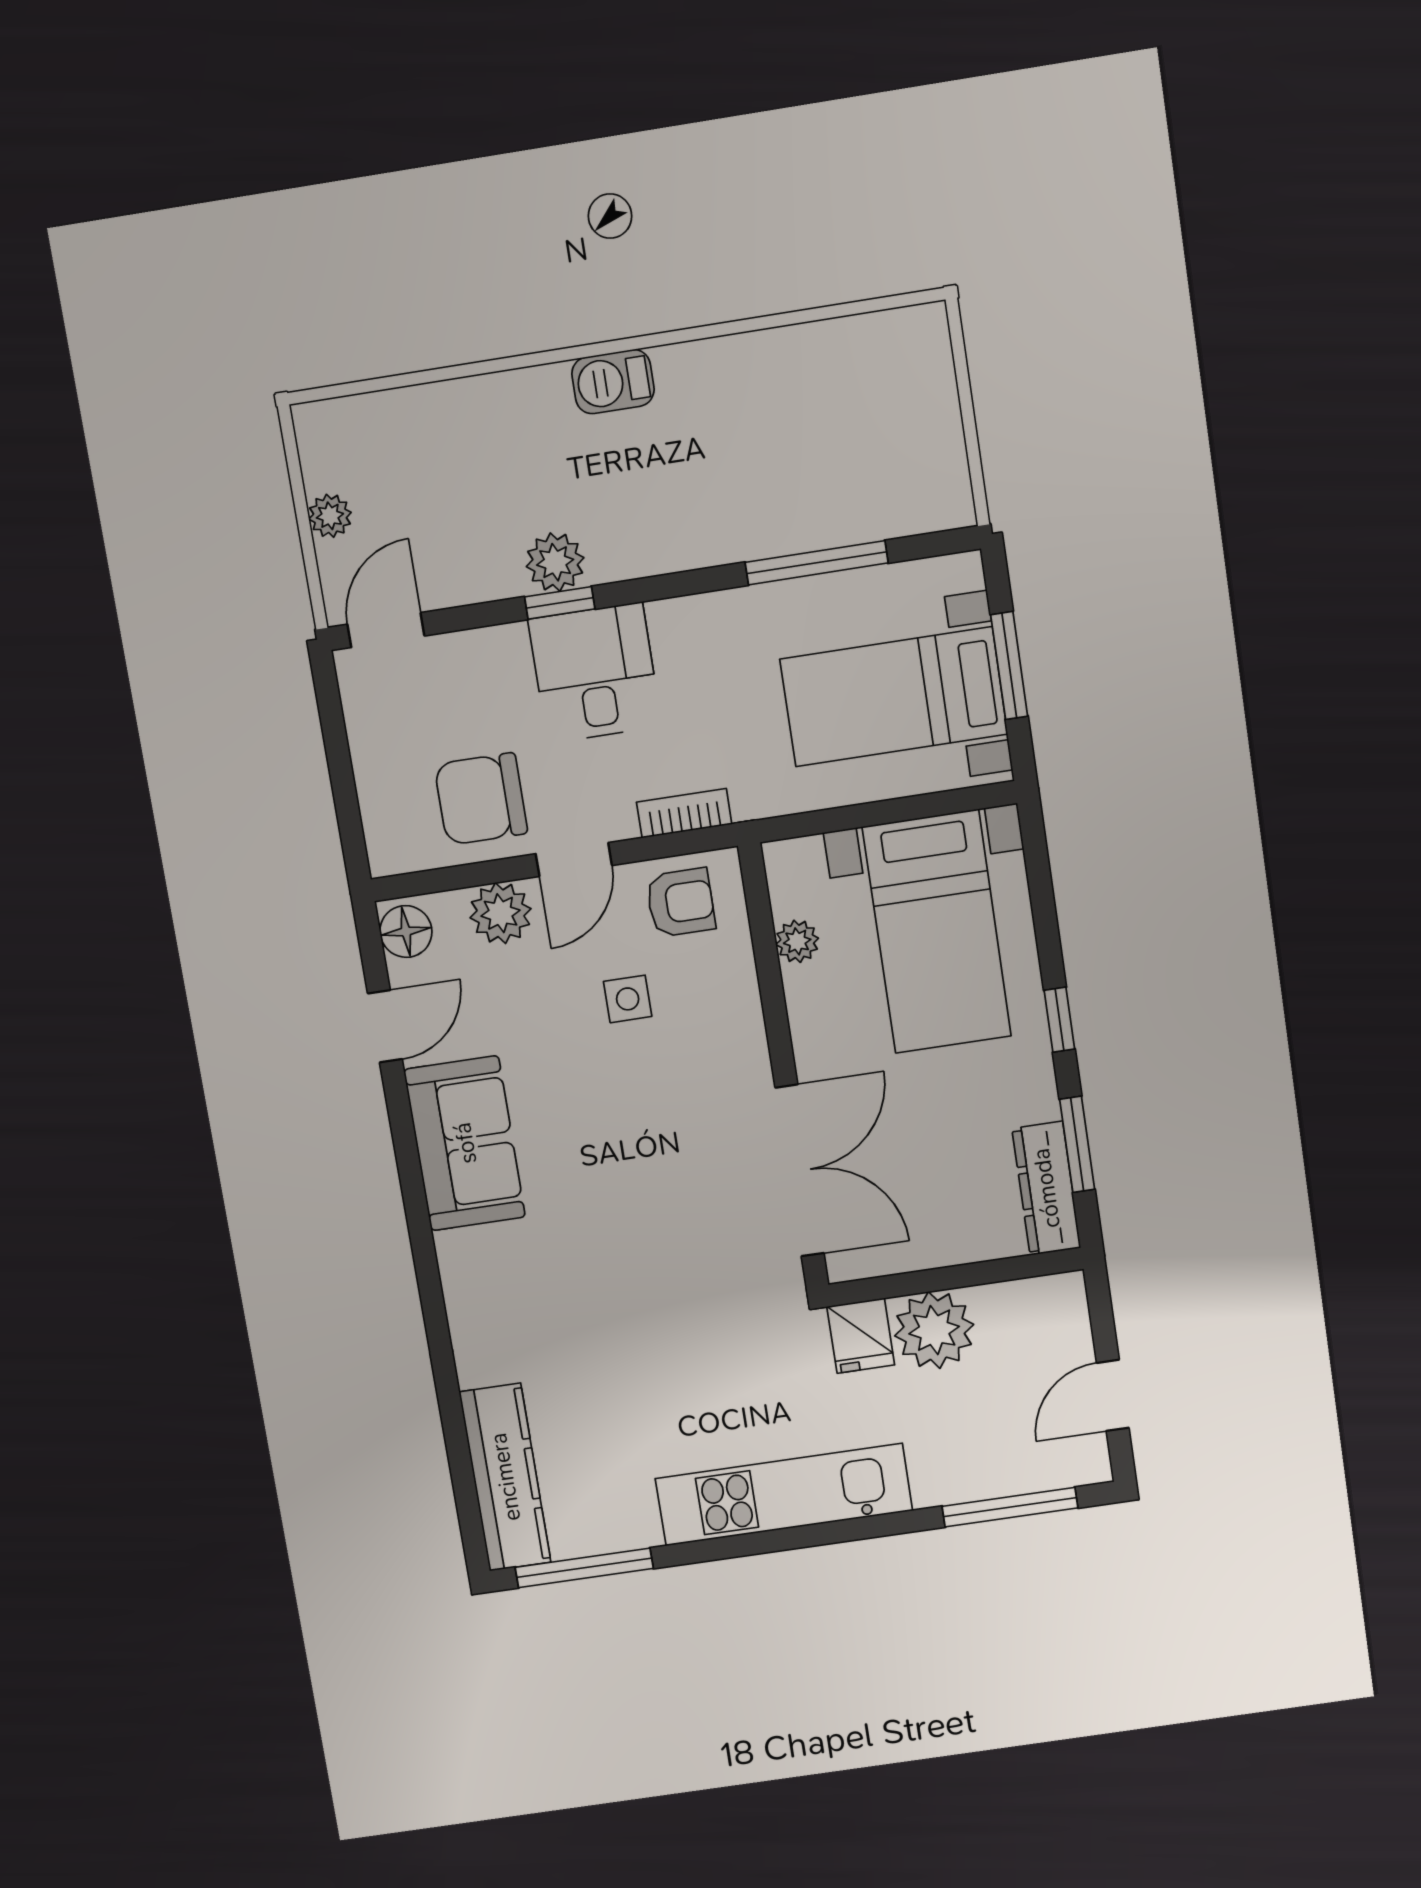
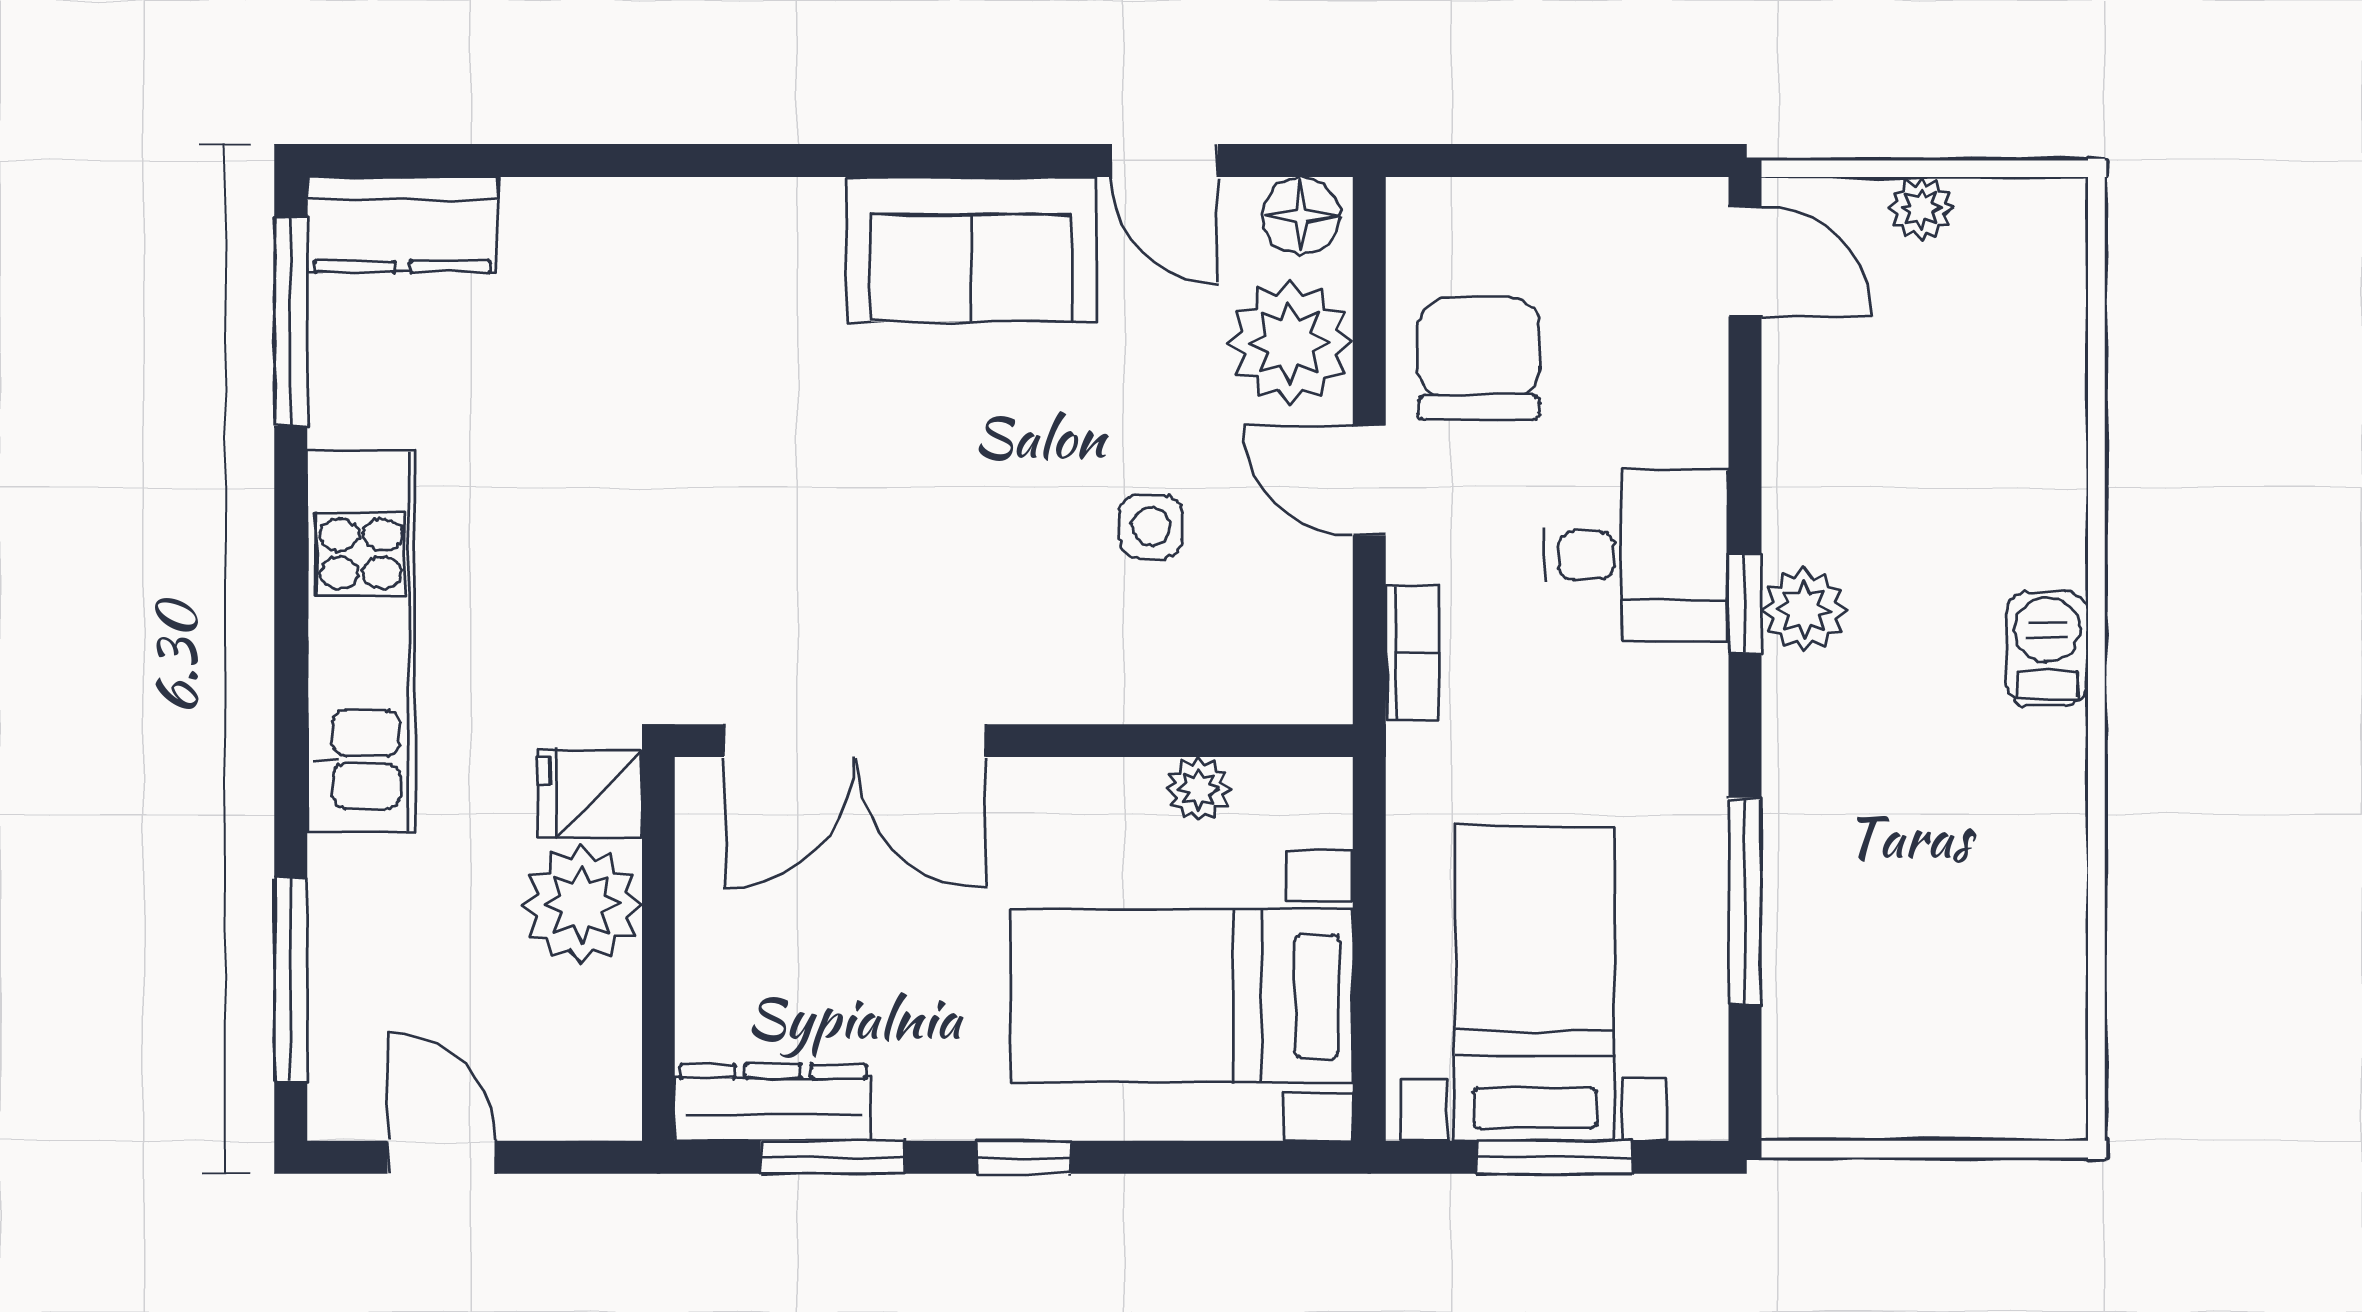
plant: (555, 562) -> (1804, 610), moved
window: (560, 603) -> (1745, 604), moved
armchair: (681, 903) -> (1282, 627), removed
plant: (500, 913) -> (1290, 343), width x1.36, depth x1.36
kitchen counter: (505, 1477) -> (402, 225), width x0.67

